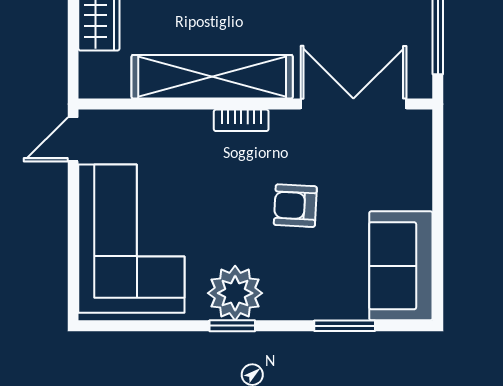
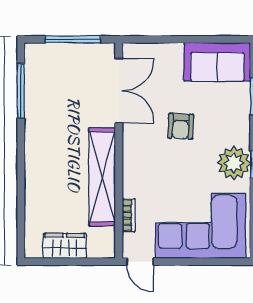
double door: (353, 104) -> (119, 91), swing flipped
bookcase: (241, 120) -> (129, 215), moved

